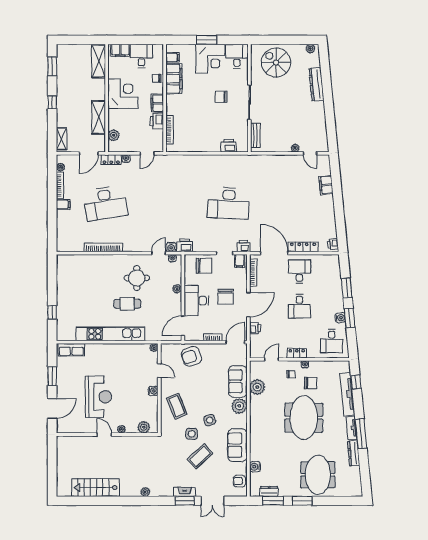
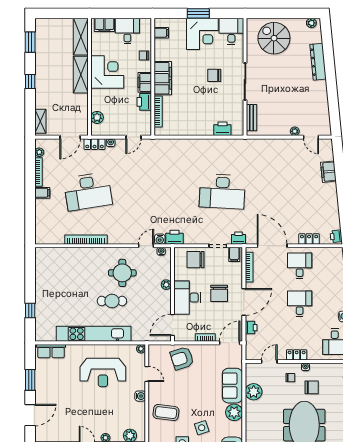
filing cabinet: (174, 79) -> (163, 78), moved
shelving: (99, 117) -> (81, 75), moved
locker: (303, 247) -> (309, 239), width x0.66
chair: (204, 266) -> (196, 260), turned 180
desk: (299, 306) -> (300, 304), turned 180
reception desk: (98, 397) -> (103, 373), moved, turned 90
coffee table: (177, 406) -> (166, 413), turned -61

